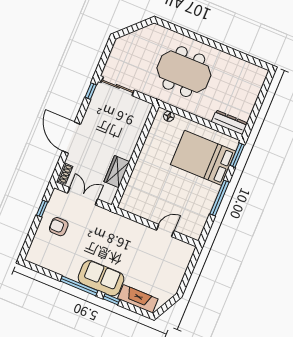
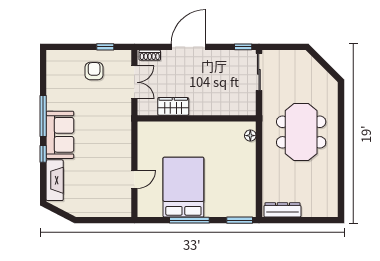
dresser: (229, 122) -> (282, 210), moved, turned -90
bed: (203, 158) -> (183, 187), moved
door: (165, 230) -> (134, 179), hinge flipped

